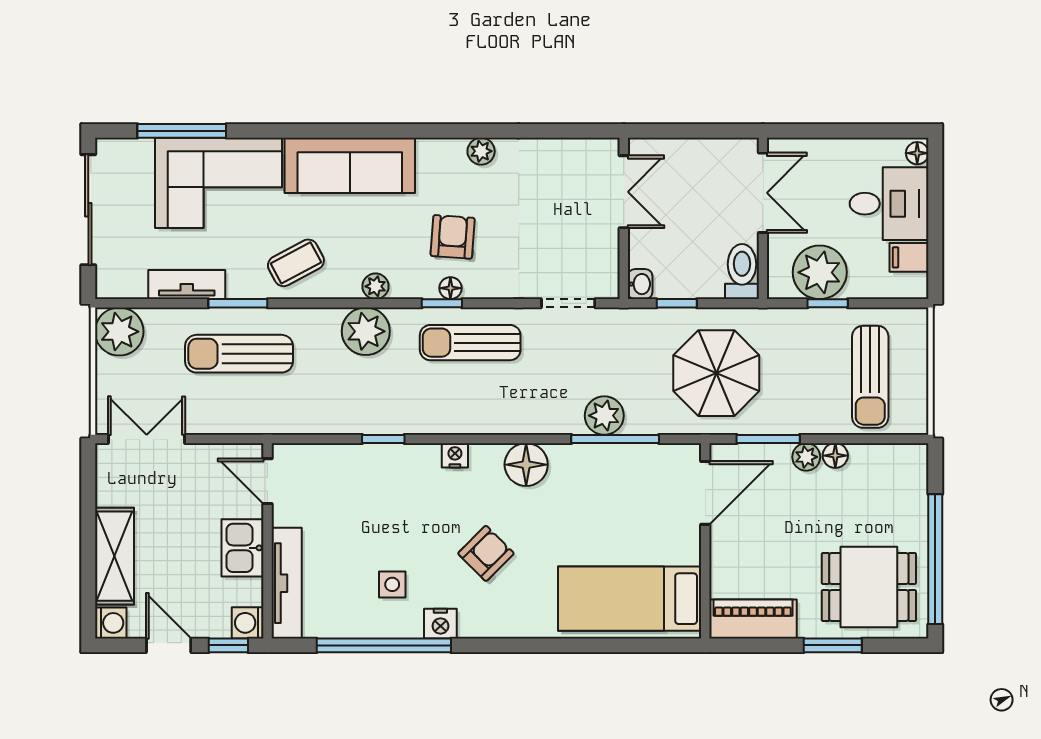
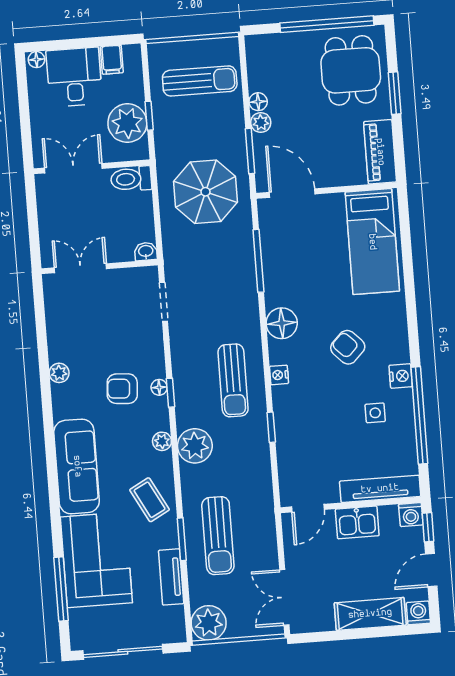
window: (677, 303) -> (158, 224), removed
sun lounger: (470, 343) -> (233, 380), moved
plant: (604, 416) -> (242, 270), removed

